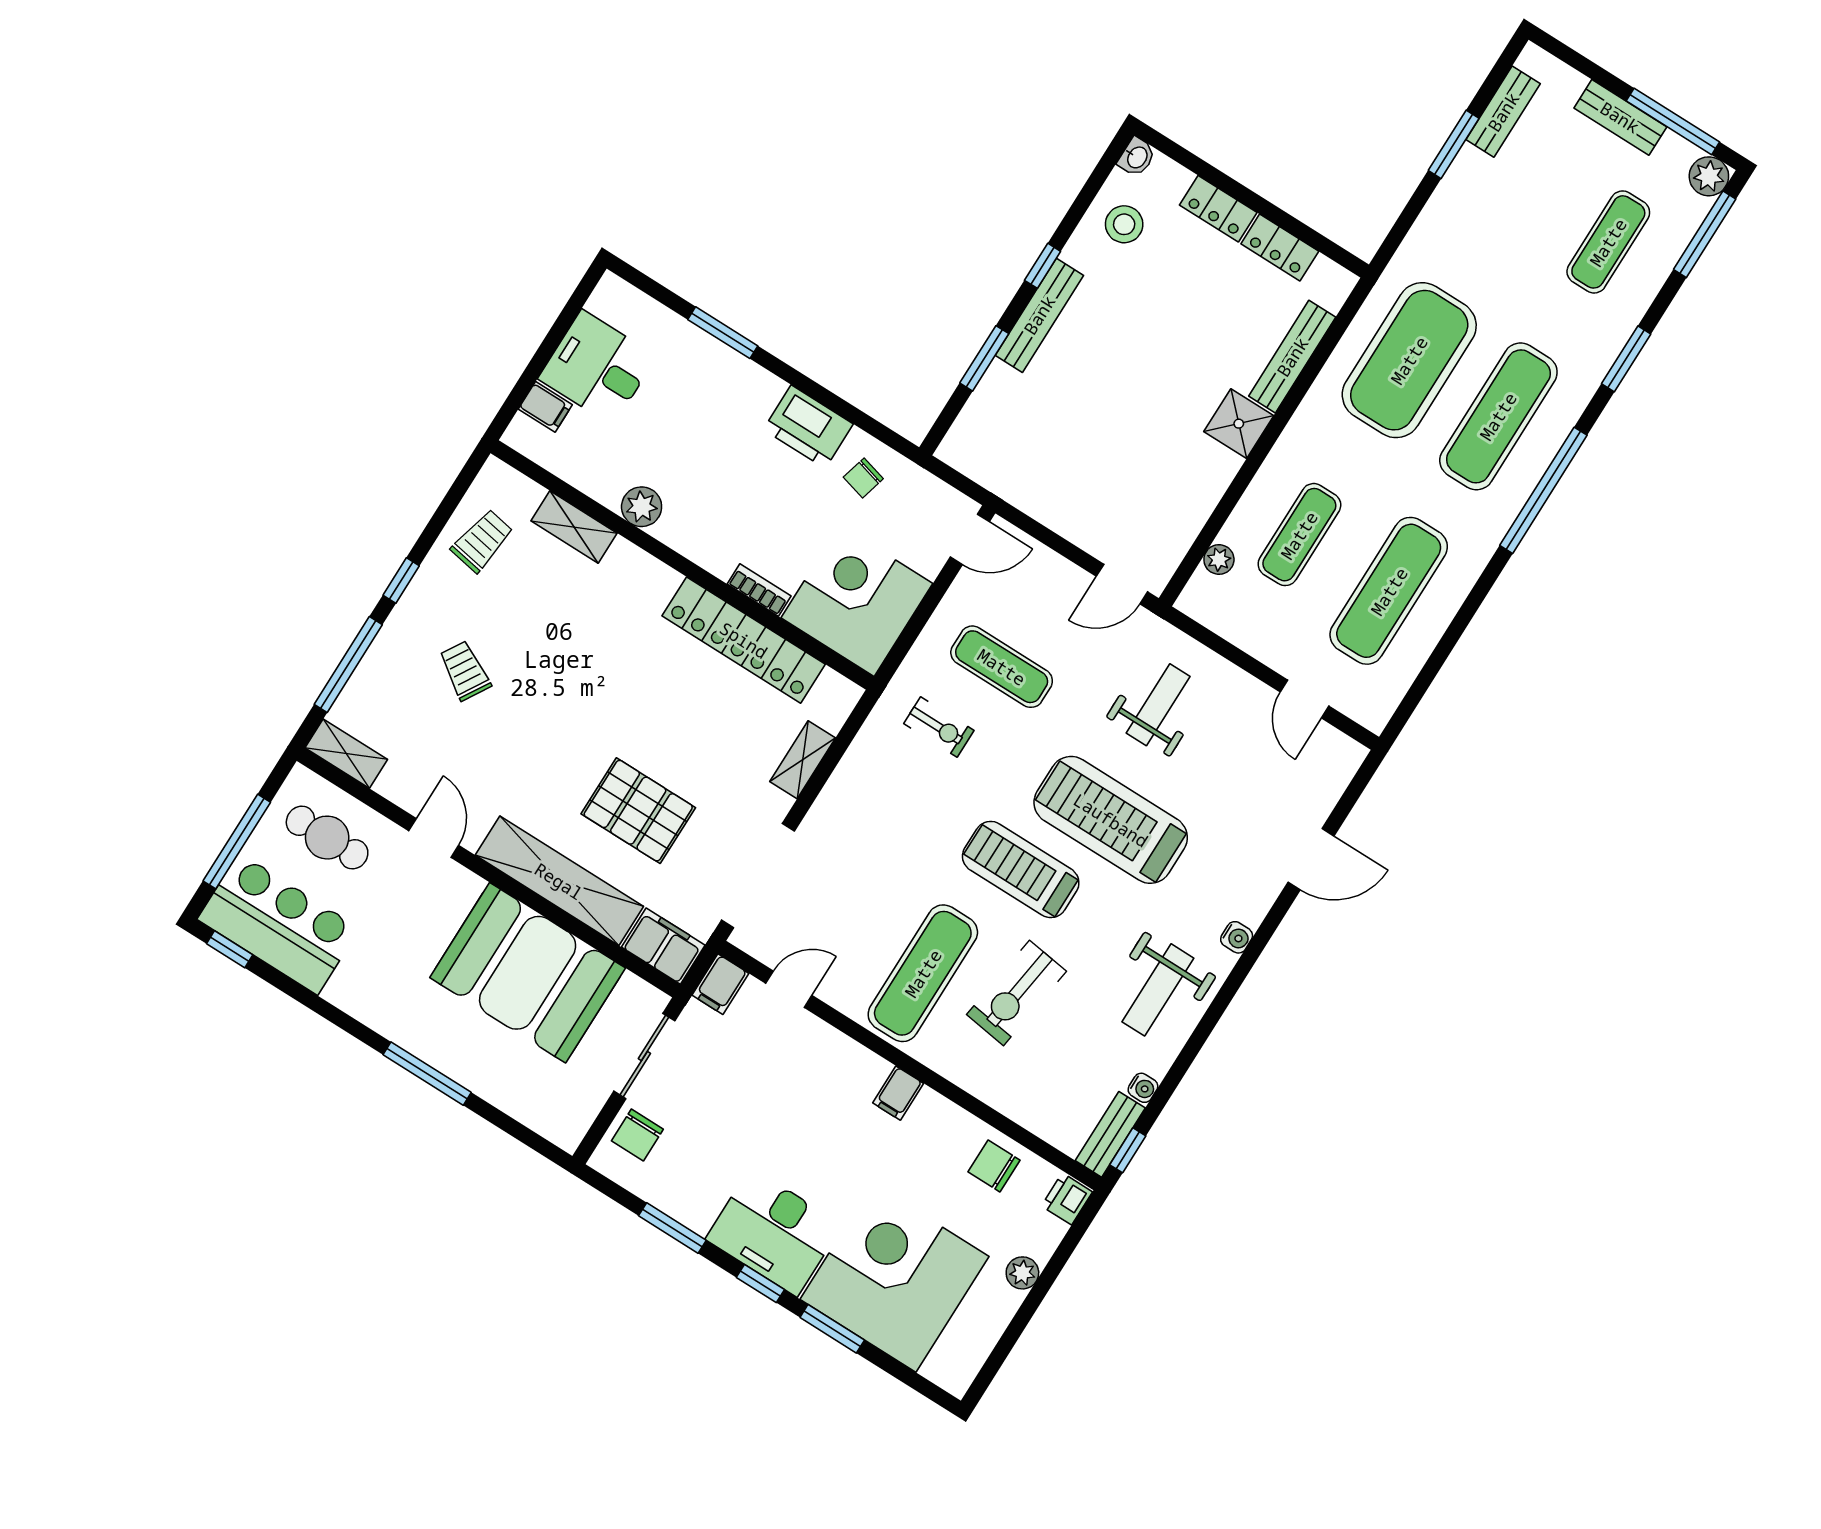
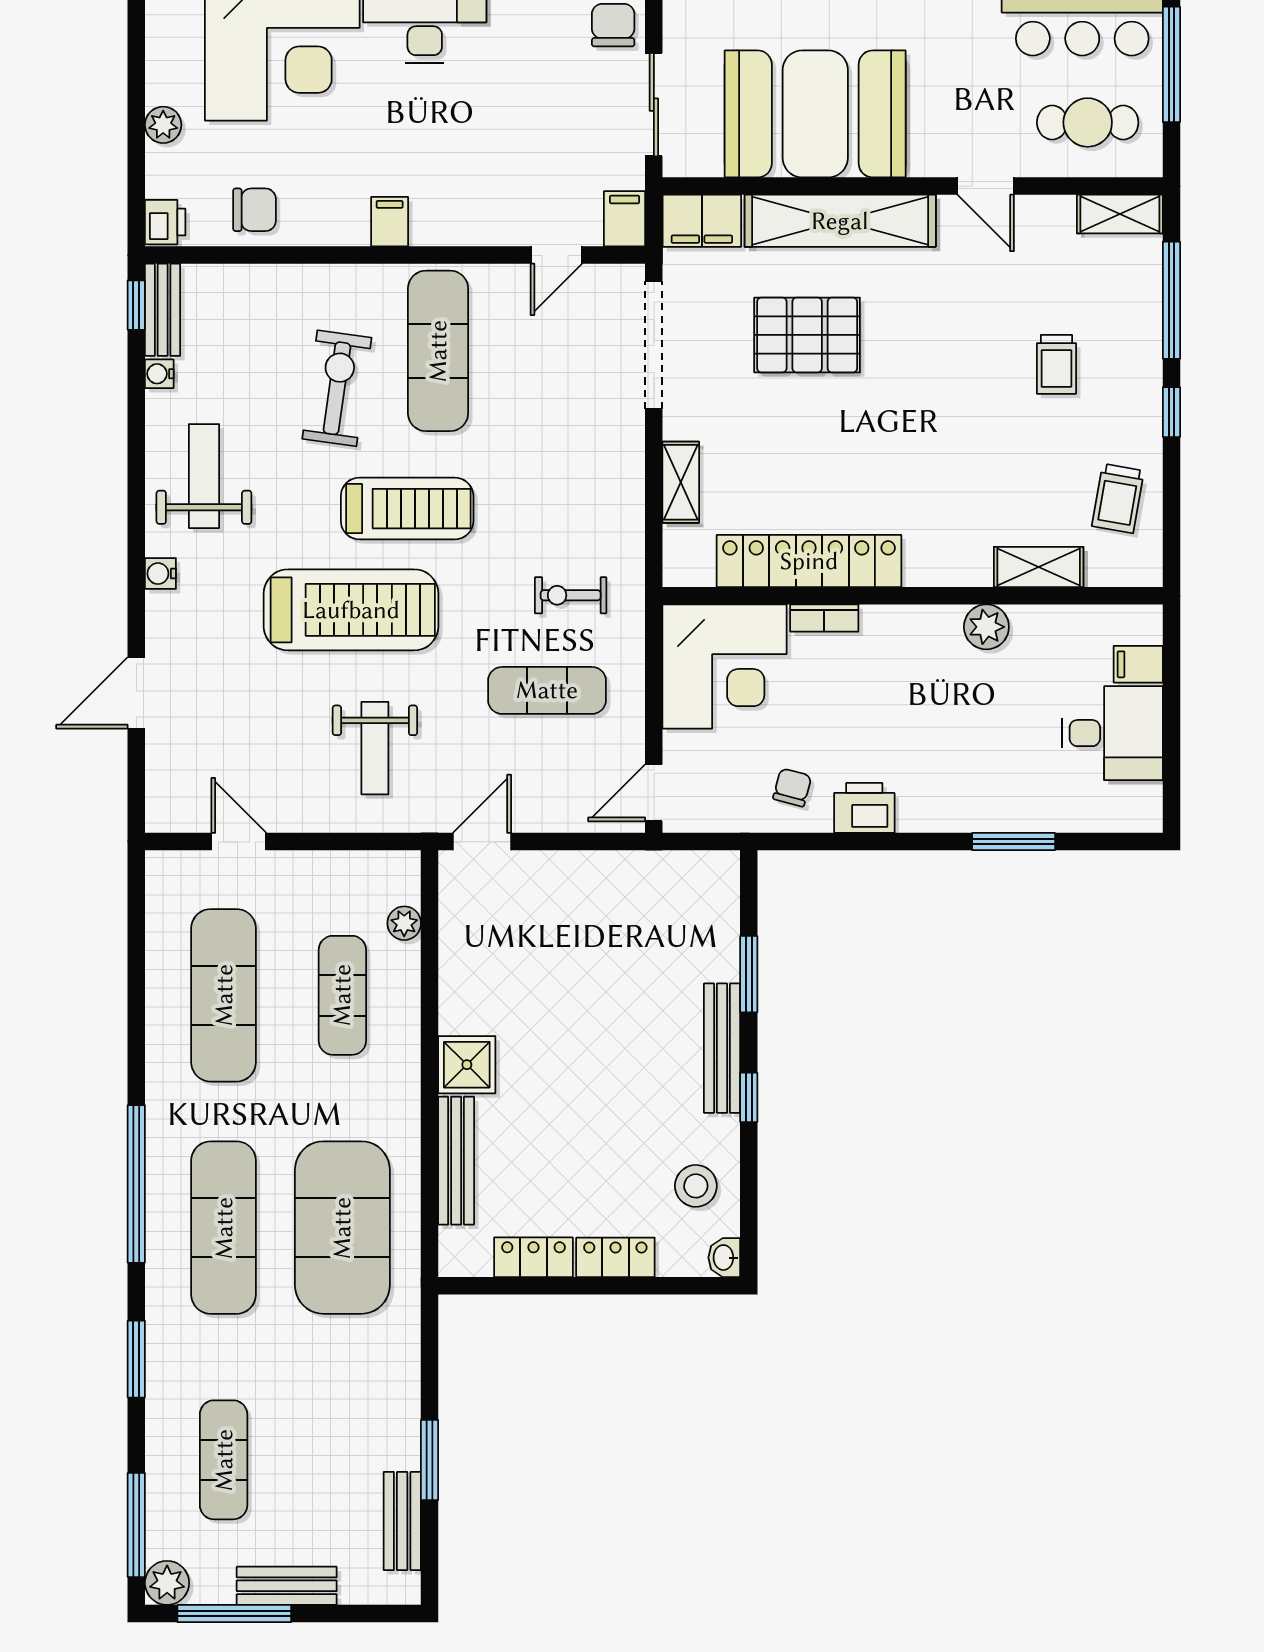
printer: (808, 427) -> (864, 808), width x0.73, depth x0.84
trolley: (465, 671) -> (1056, 364), turned 59

